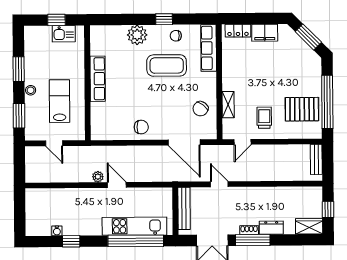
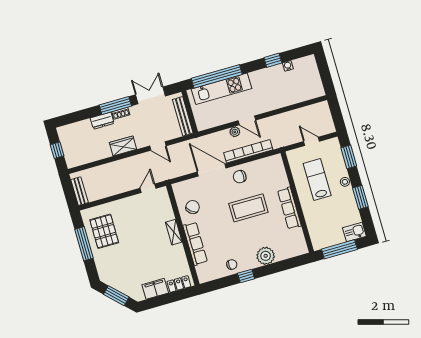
window: (56, 20) -> (339, 249), width x2.17
kitchen sink: (64, 34) -> (354, 232), moved
row of seats: (209, 48) -> (195, 244), moved
coffee table: (167, 65) -> (248, 208), moved
lab bench: (59, 101) -> (317, 179), turned 180
window: (327, 102) -> (84, 244), width x0.68
shelving: (228, 105) -> (174, 232), moved
pallet: (302, 109) -> (104, 231), turned 90
trolley: (264, 118) -> (135, 215), removed
door: (184, 142) -> (212, 170), moved
bookcase: (125, 152) -> (248, 151), added
plant: (98, 177) -> (235, 132), moved
wardrobe: (309, 226) -> (123, 146), moved, turned 180

